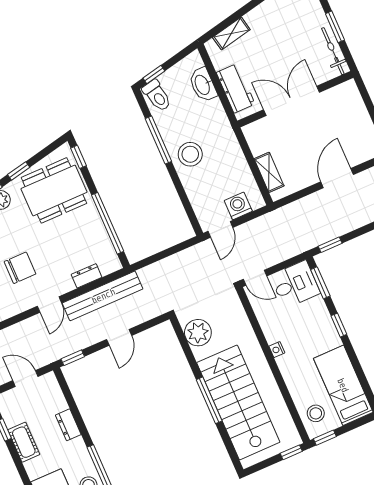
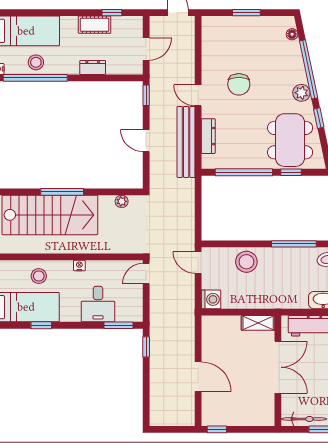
stool: (190, 154) -> (246, 262), moved
window: (78, 157) -> (291, 172), moved
shelving: (269, 172) -> (258, 323), moved
washing machine: (238, 206) -> (211, 299), moved
dresser: (87, 276) -> (208, 136), width x1.44
desk: (295, 284) -> (98, 304), moved
window: (339, 325) -> (41, 325), moved
plant: (198, 333) -> (122, 201), width x0.53, depth x0.53
stool: (316, 413) -> (39, 276), moved

